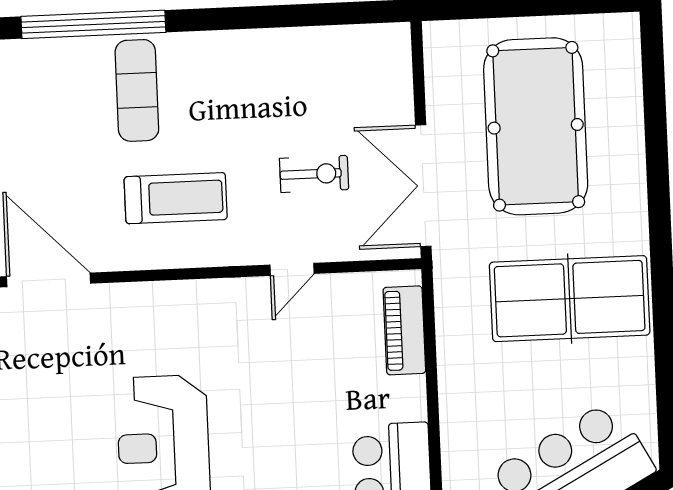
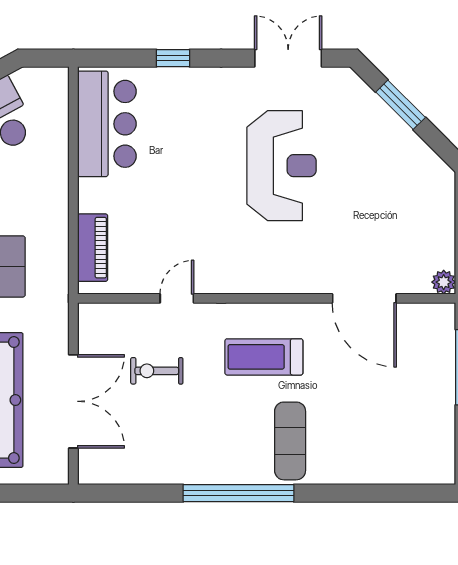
window: (93, 24) -> (238, 493), moved
double door: (423, 186) -> (73, 401), moved

